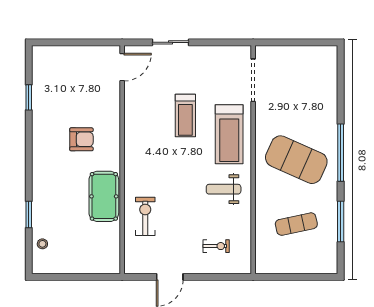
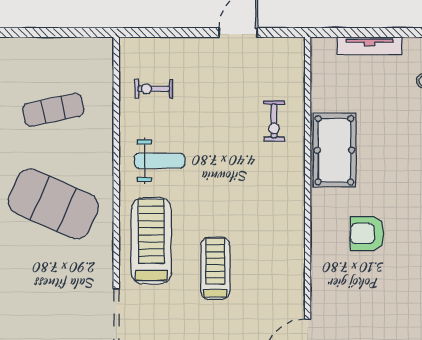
exercise bike: (145, 216) -> (274, 121), width x0.73, depth x0.72
exercise bike: (216, 246) -> (154, 89), moved
tv unit: (80, 268) -> (369, 46), added

